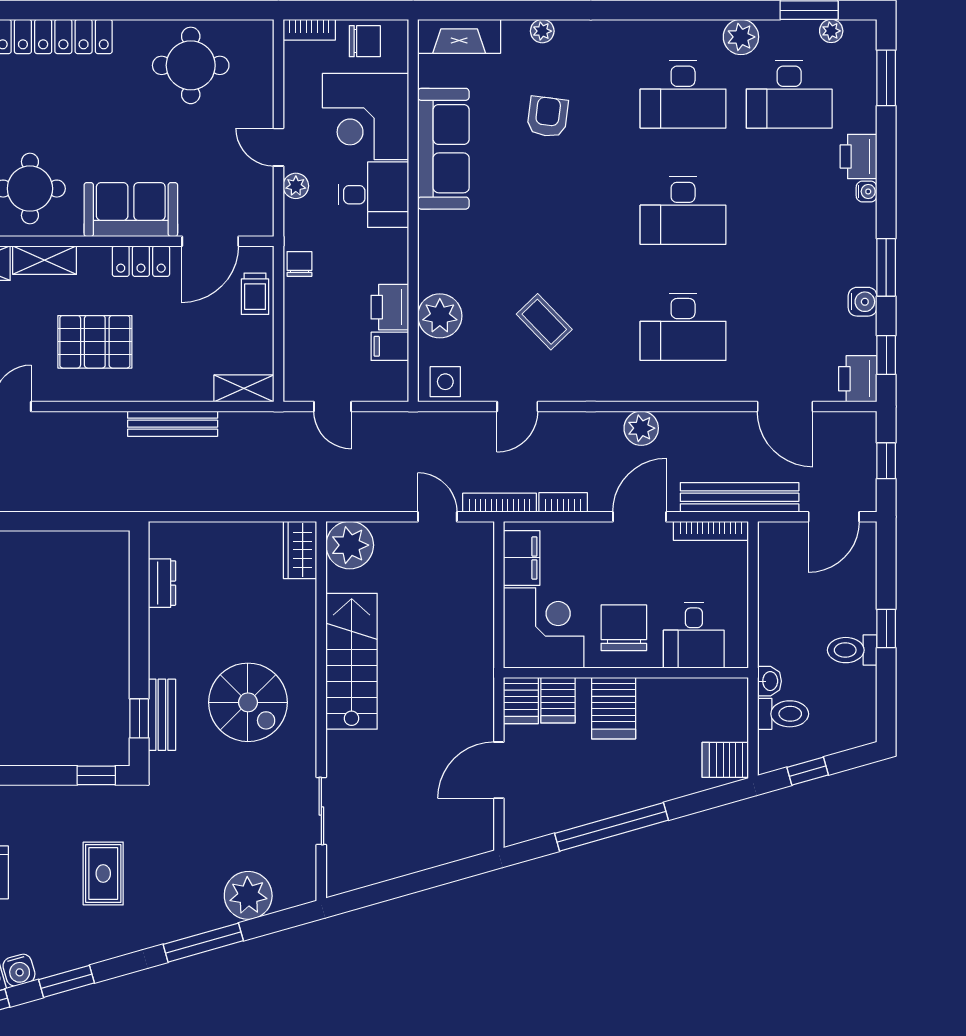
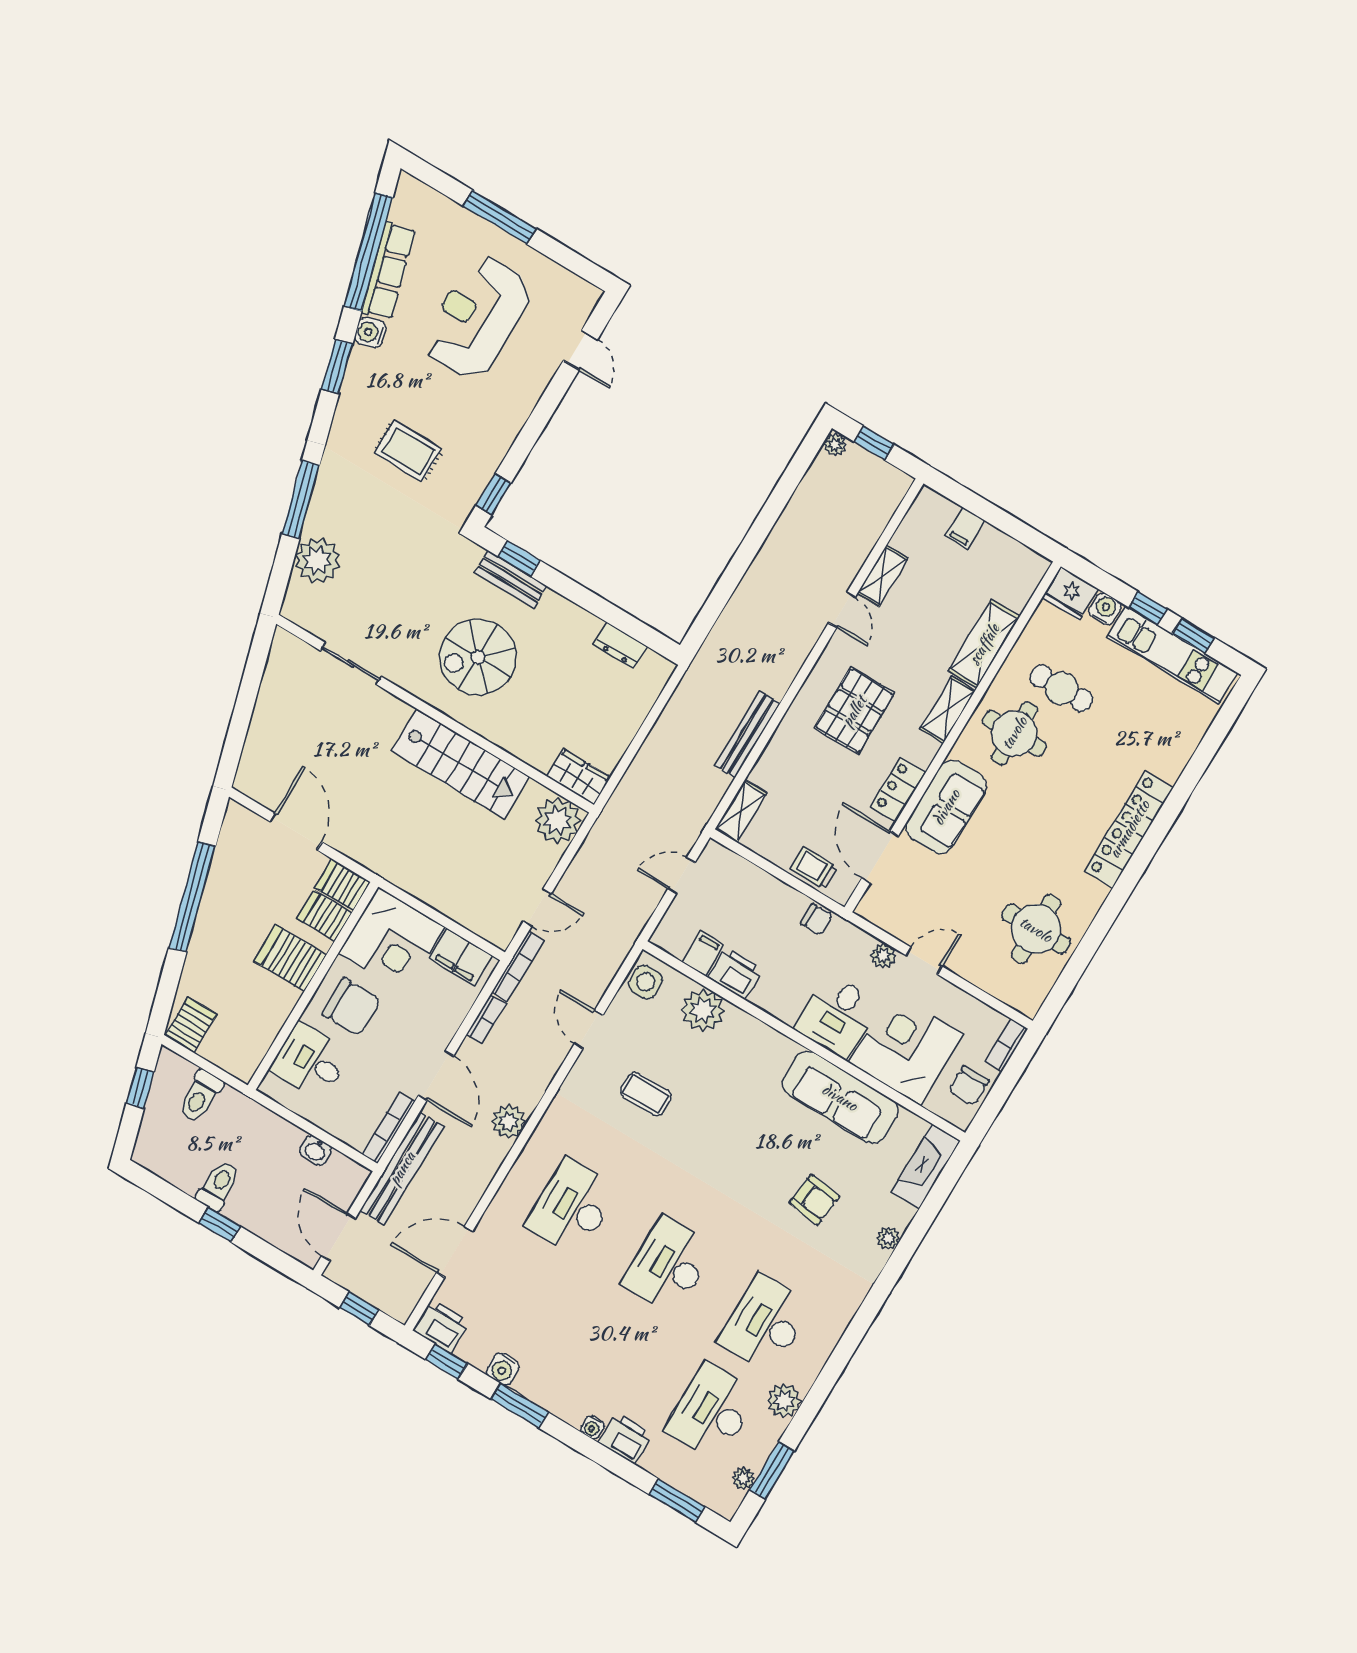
coffee table: (544, 322) -> (646, 1094), turned 44
washbasin: (769, 681) -> (316, 1150), moved

